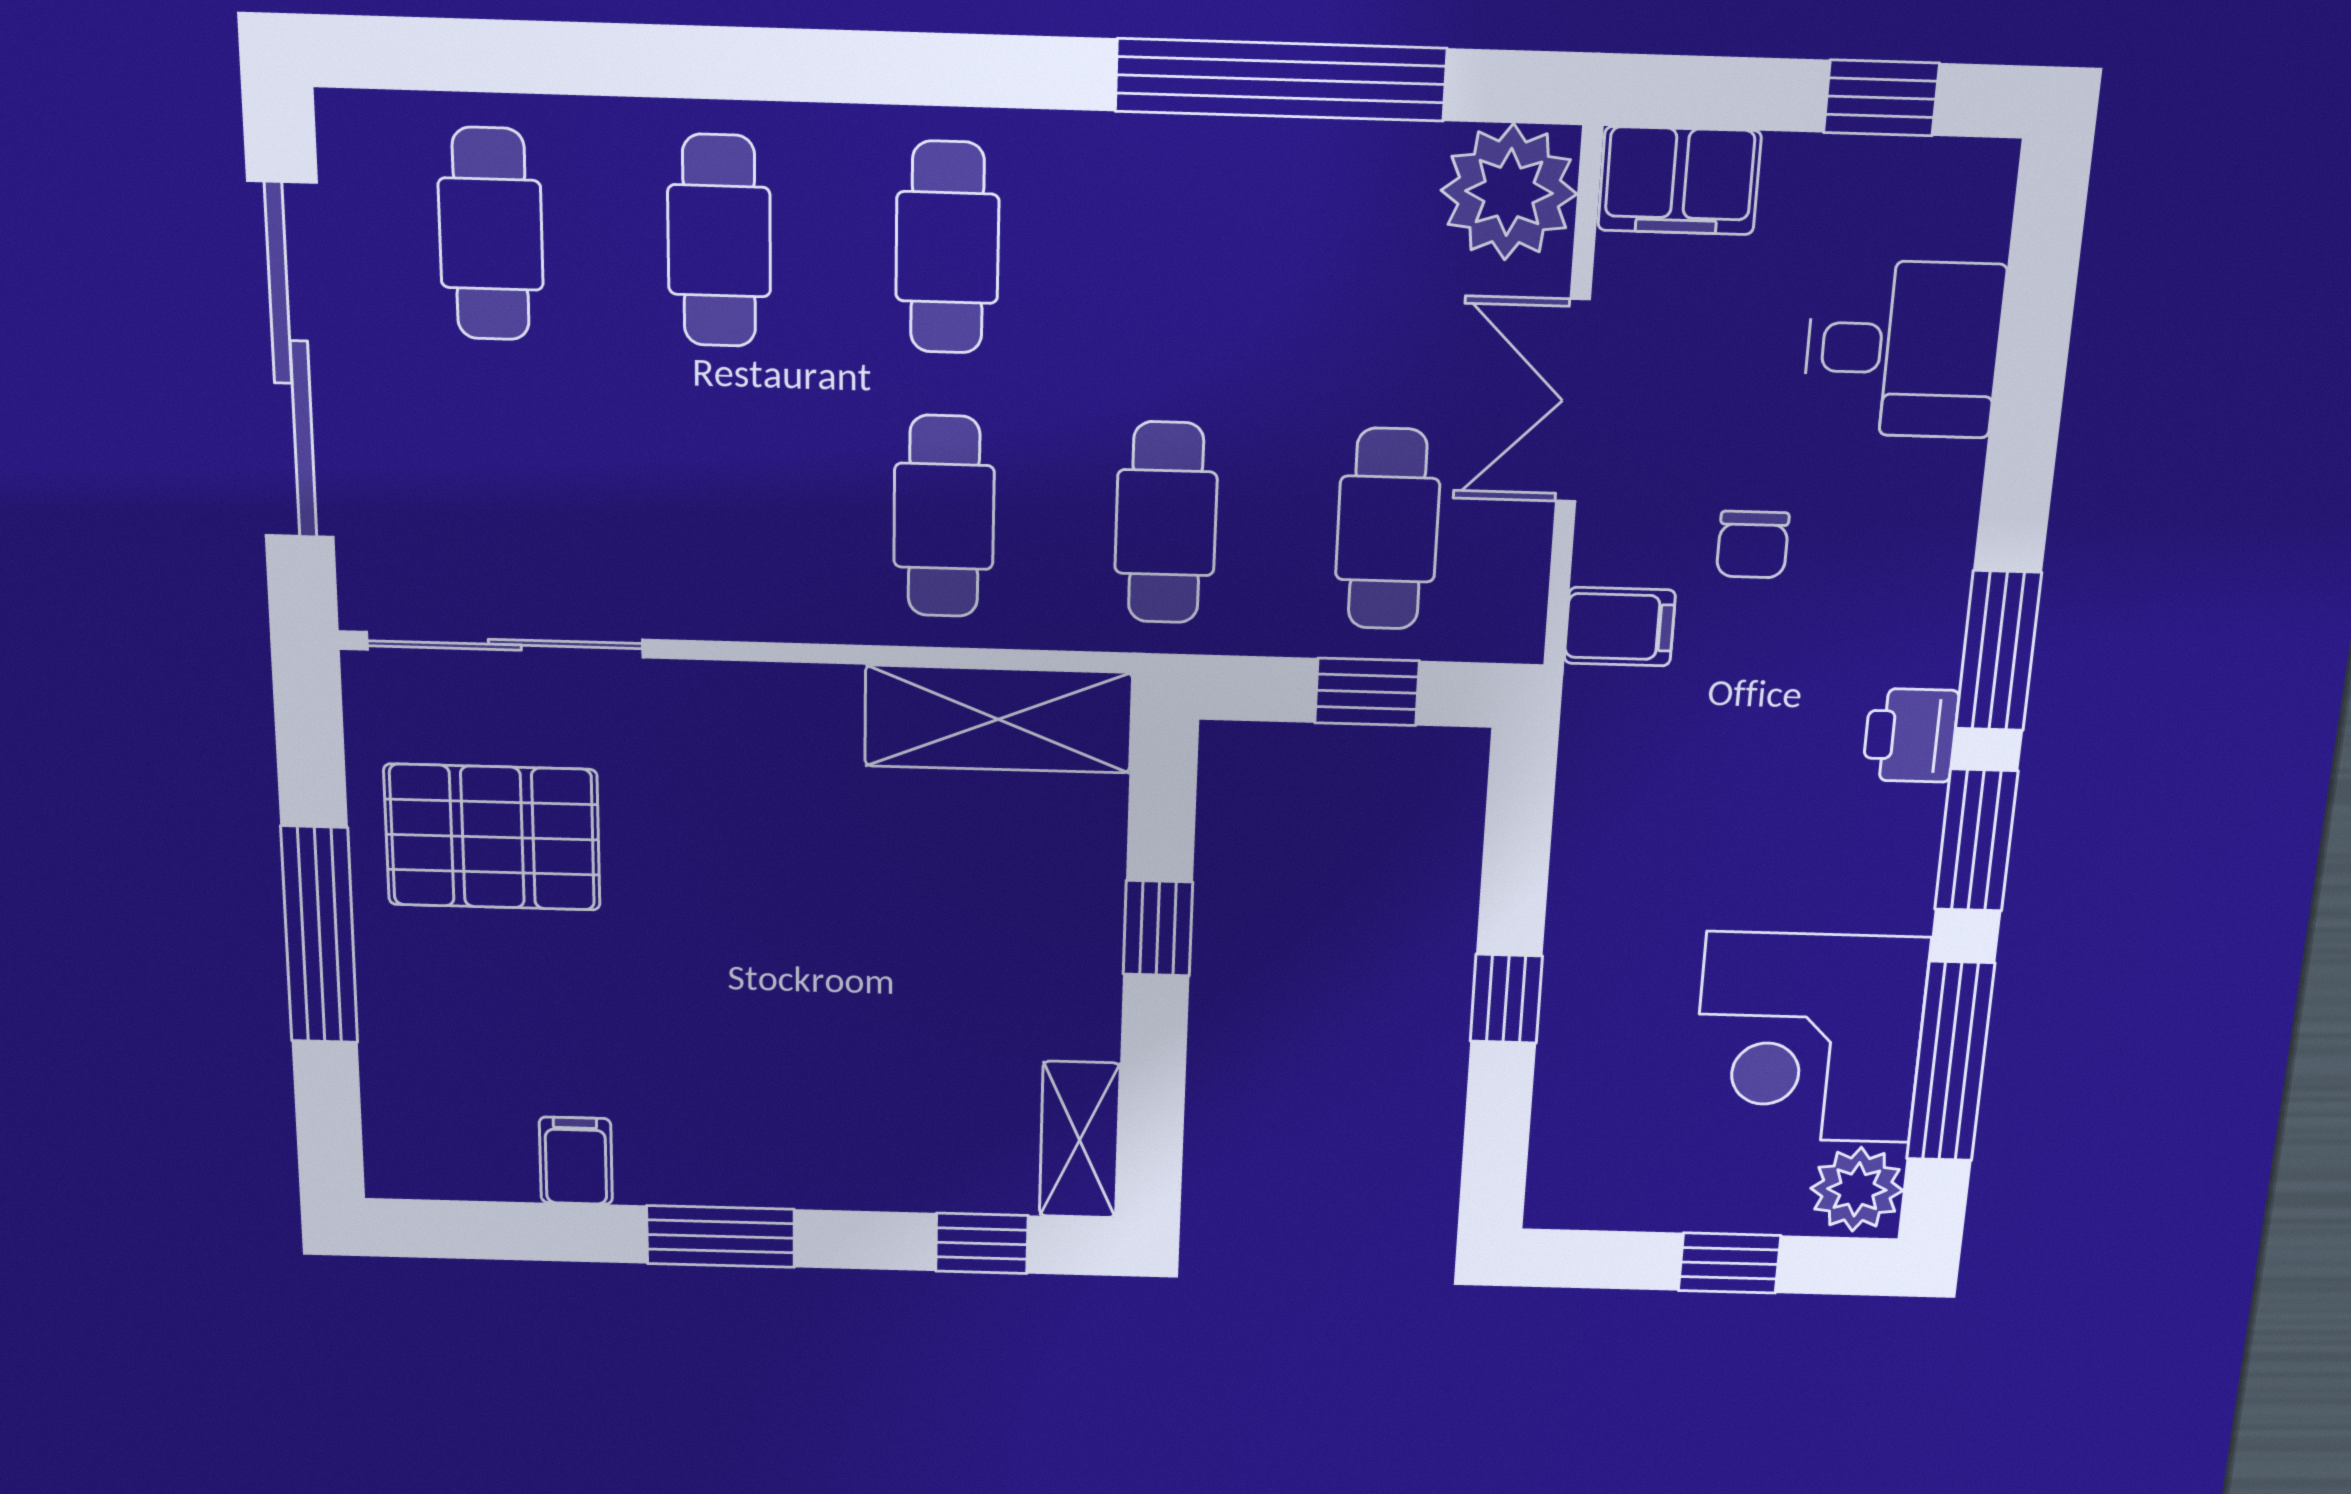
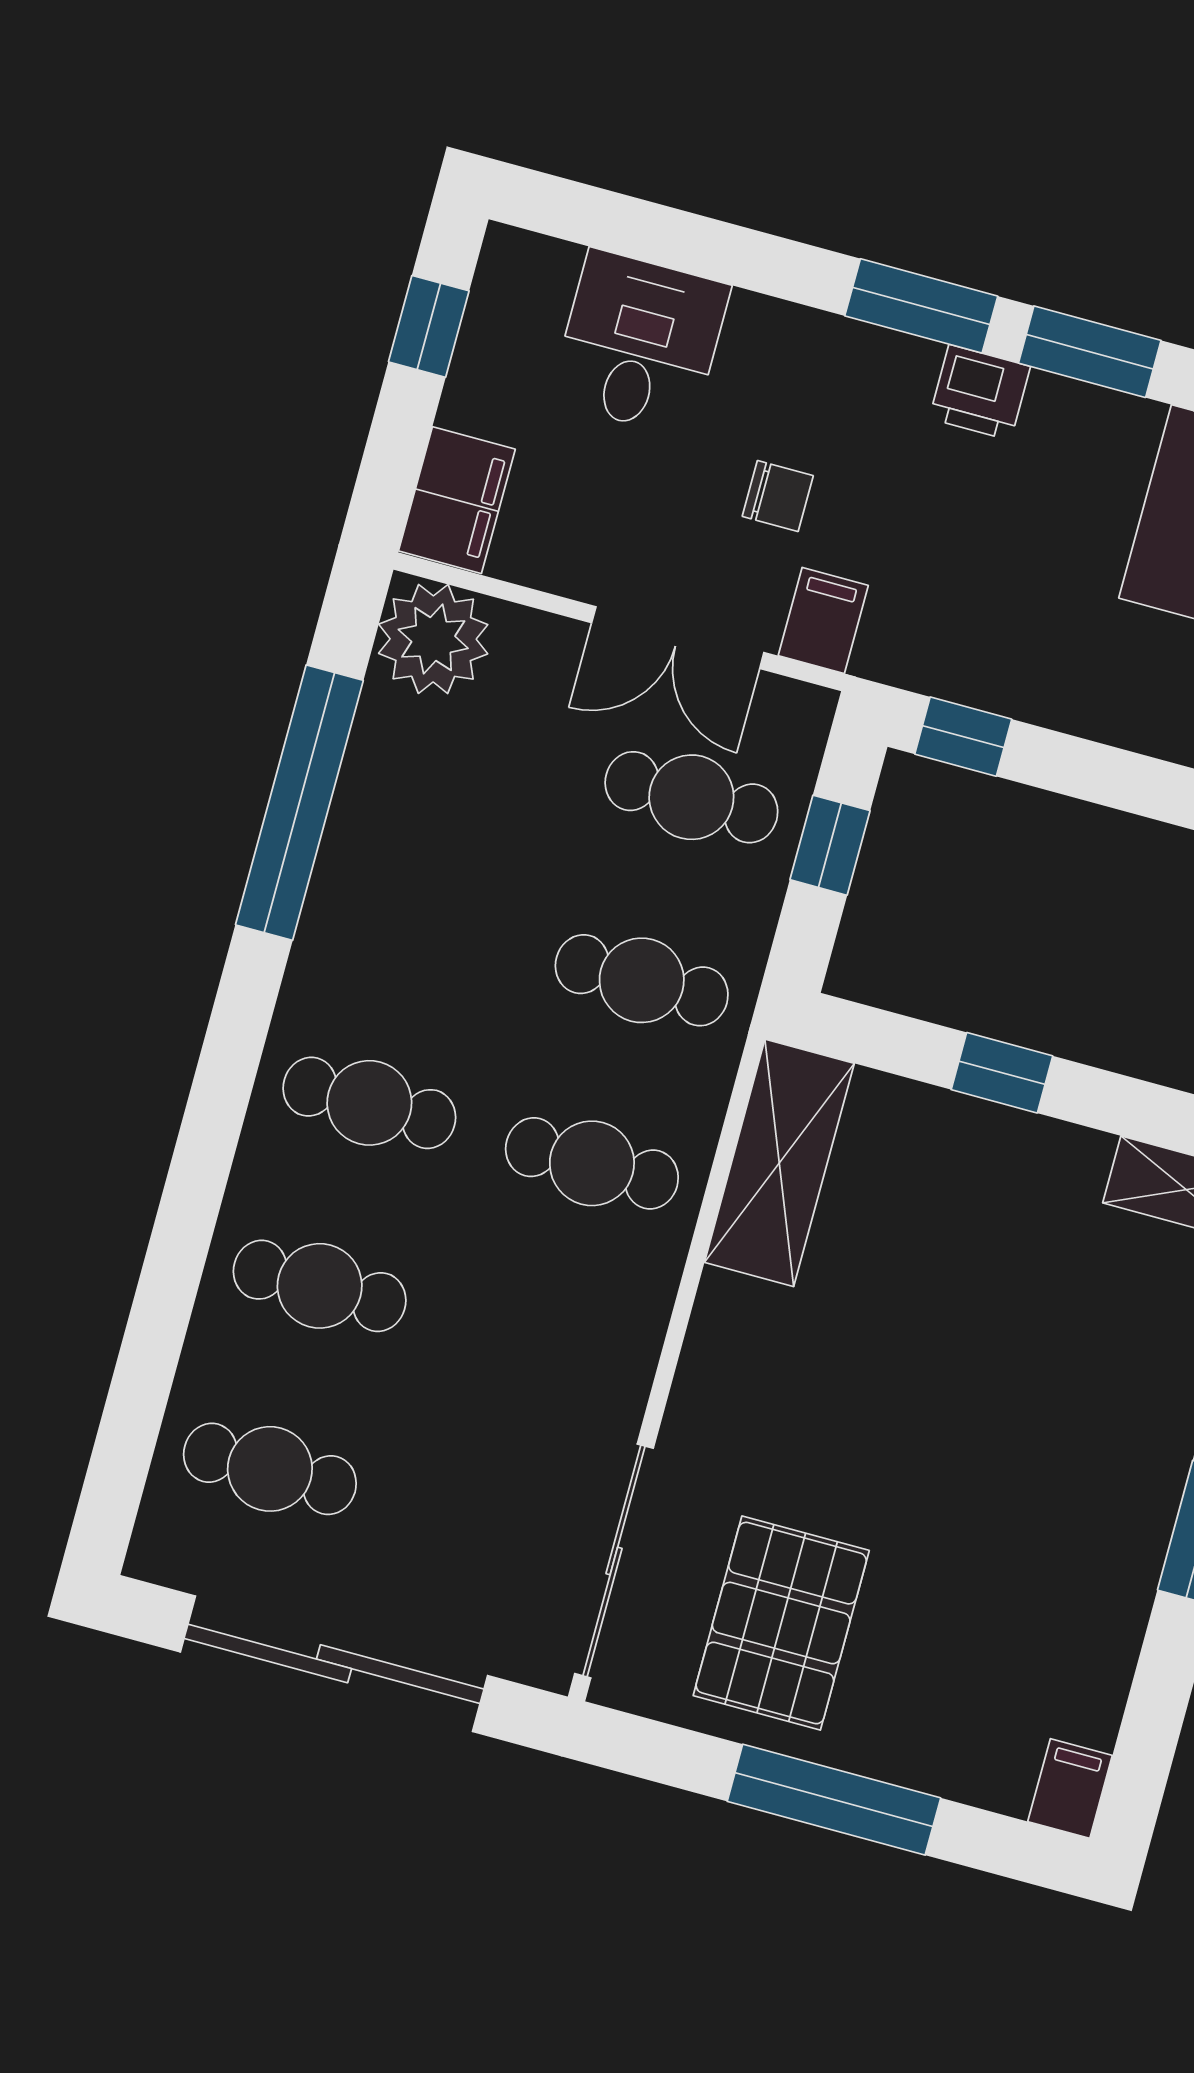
double door: (1573, 401) -> (678, 638), moved
window: (1506, 999) -> (963, 737), moved
filing cabinet: (576, 1161) -> (1070, 1789), moved, turned 90

